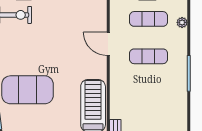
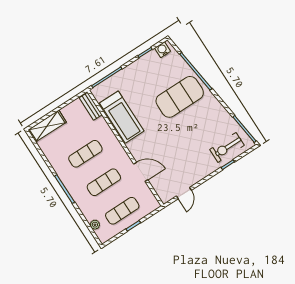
exercise mat: (149, 94) -> (85, 154), added

